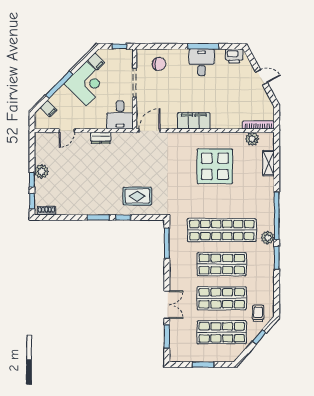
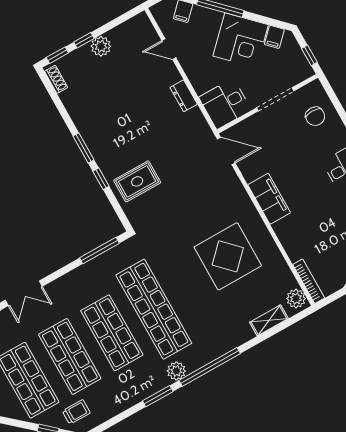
plant: (252, 139) -> (296, 299), moved
rug: (137, 196) -> (137, 181), turned 90

